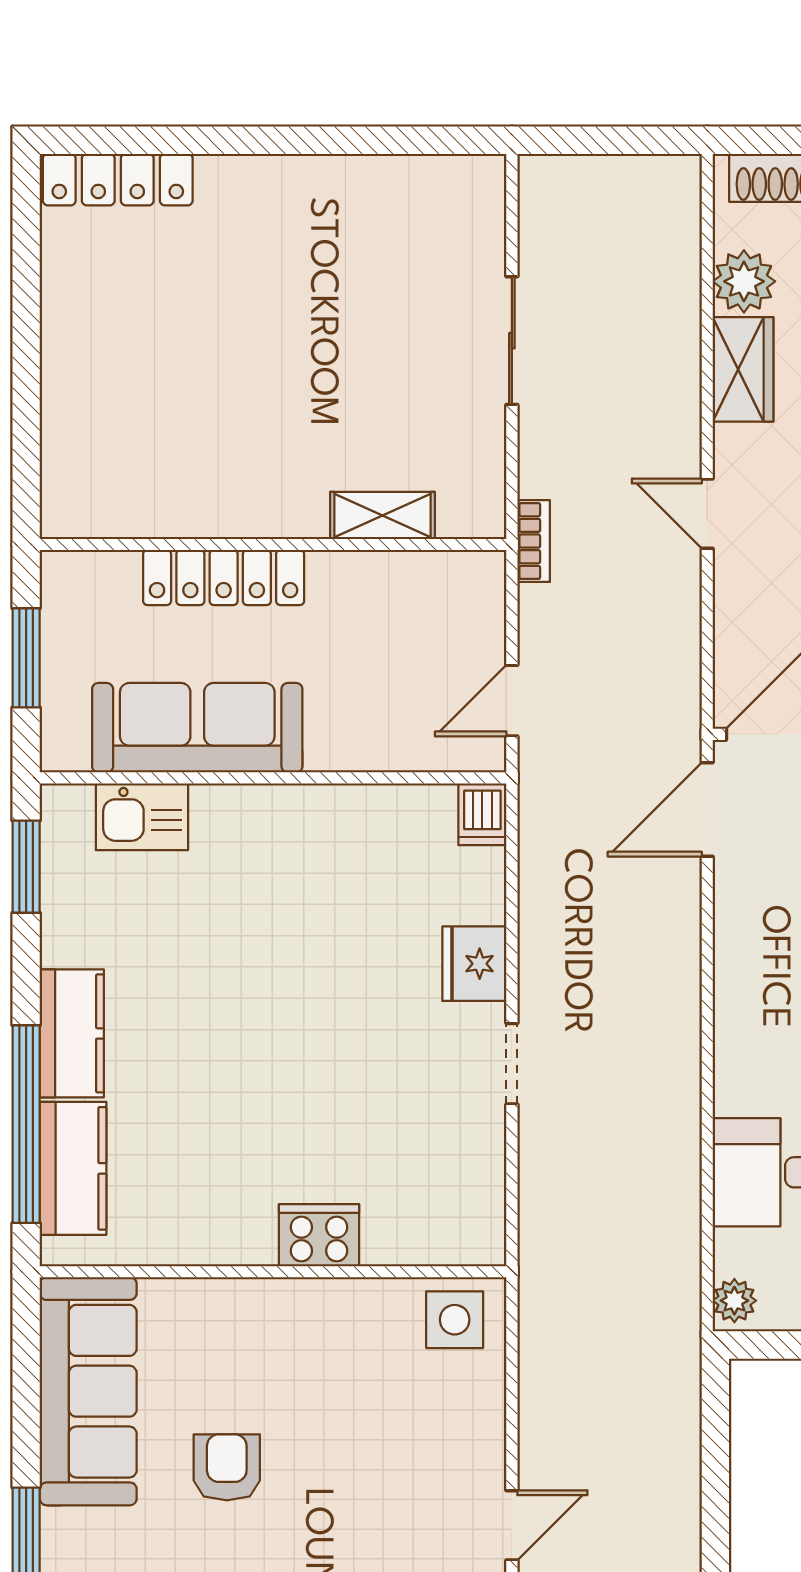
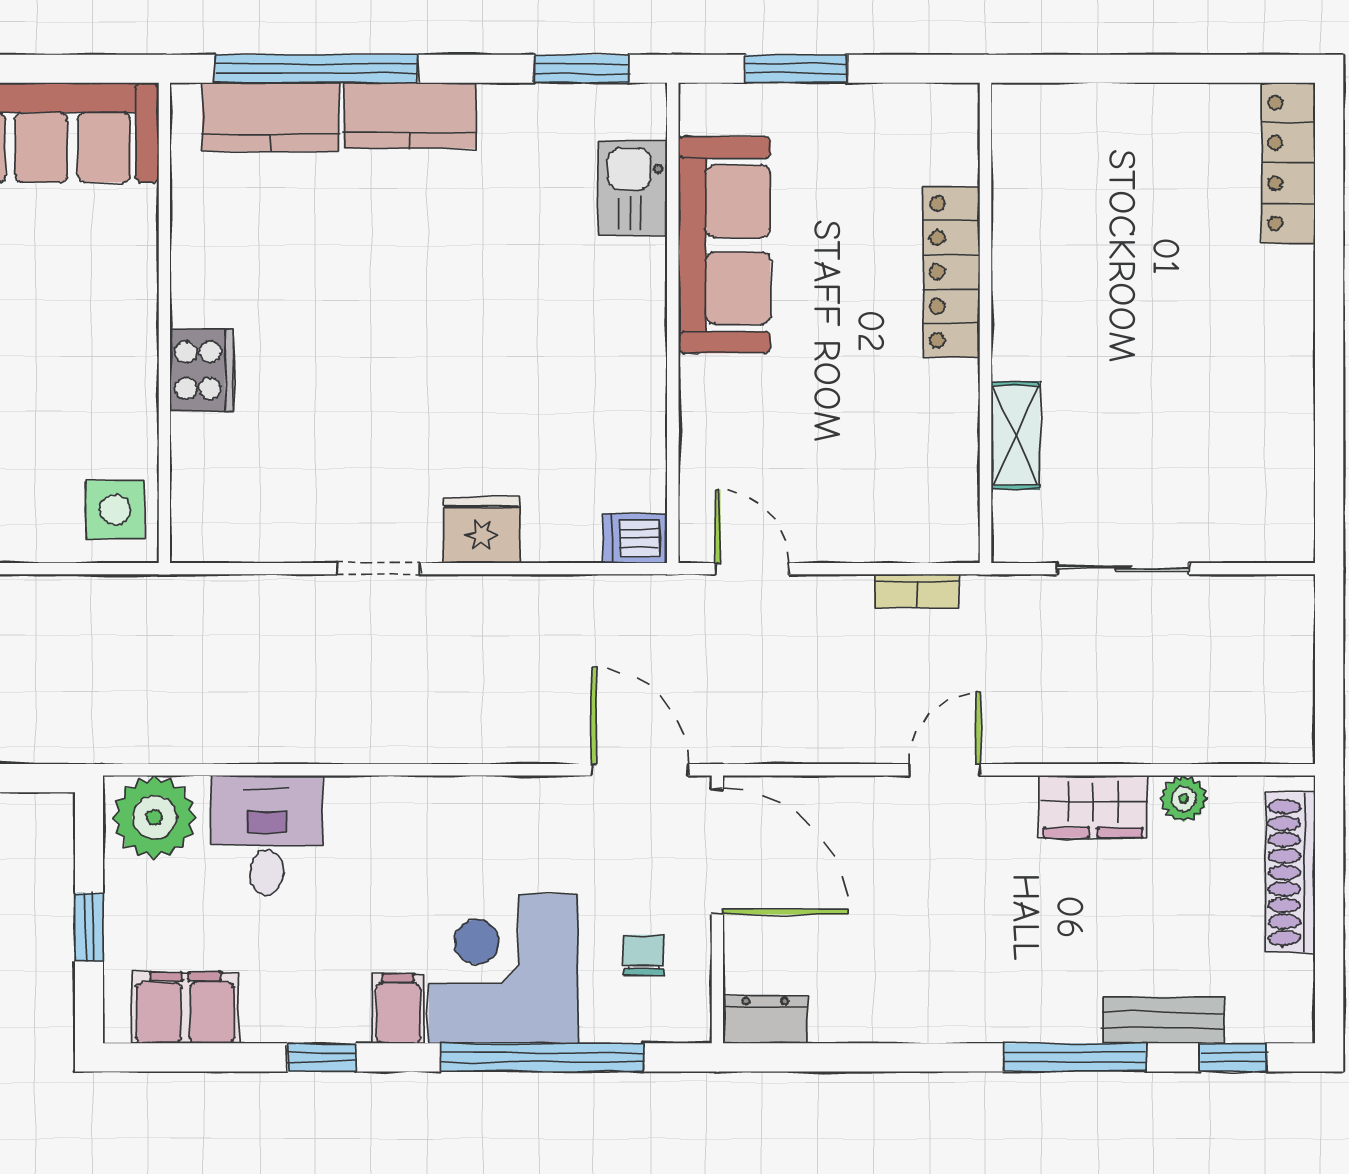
plant: (744, 281) -> (1184, 799), width x0.73, depth x0.73
shelving: (383, 515) -> (1015, 435), moved
wall: (273, 544) -> (986, 323), moved
locker: (224, 577) -> (952, 272), moved
plant: (734, 1301) -> (154, 817), width x1.87, depth x1.87

